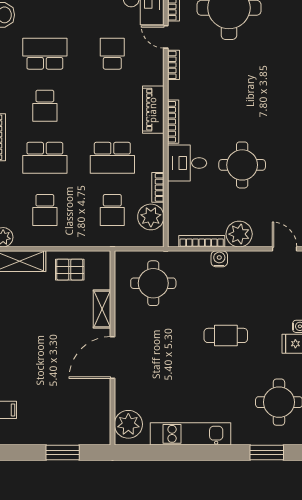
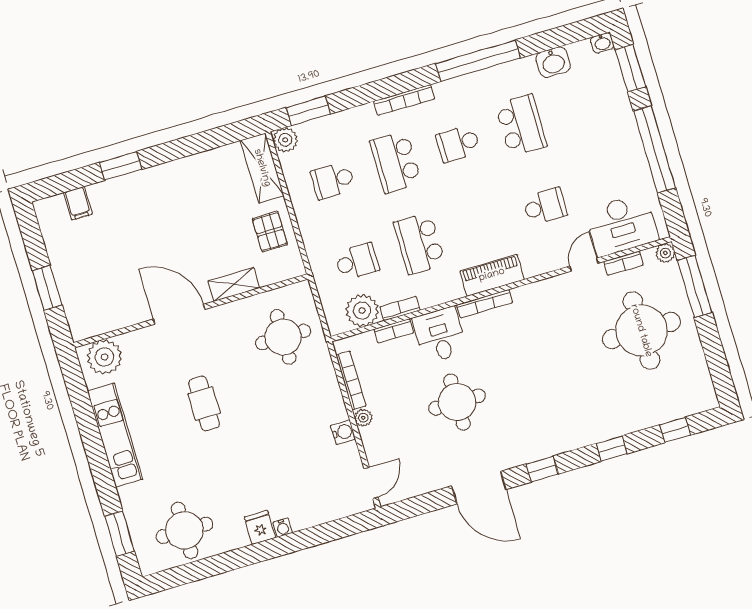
bookcase: (173, 65) -> (394, 331), moved
school desk: (112, 210) -> (357, 262), turned 180
plant: (239, 234) -> (363, 418), width x0.53, depth x0.53
water cooler: (219, 259) -> (343, 432), moved
cafe table: (226, 335) -> (204, 404), moved

